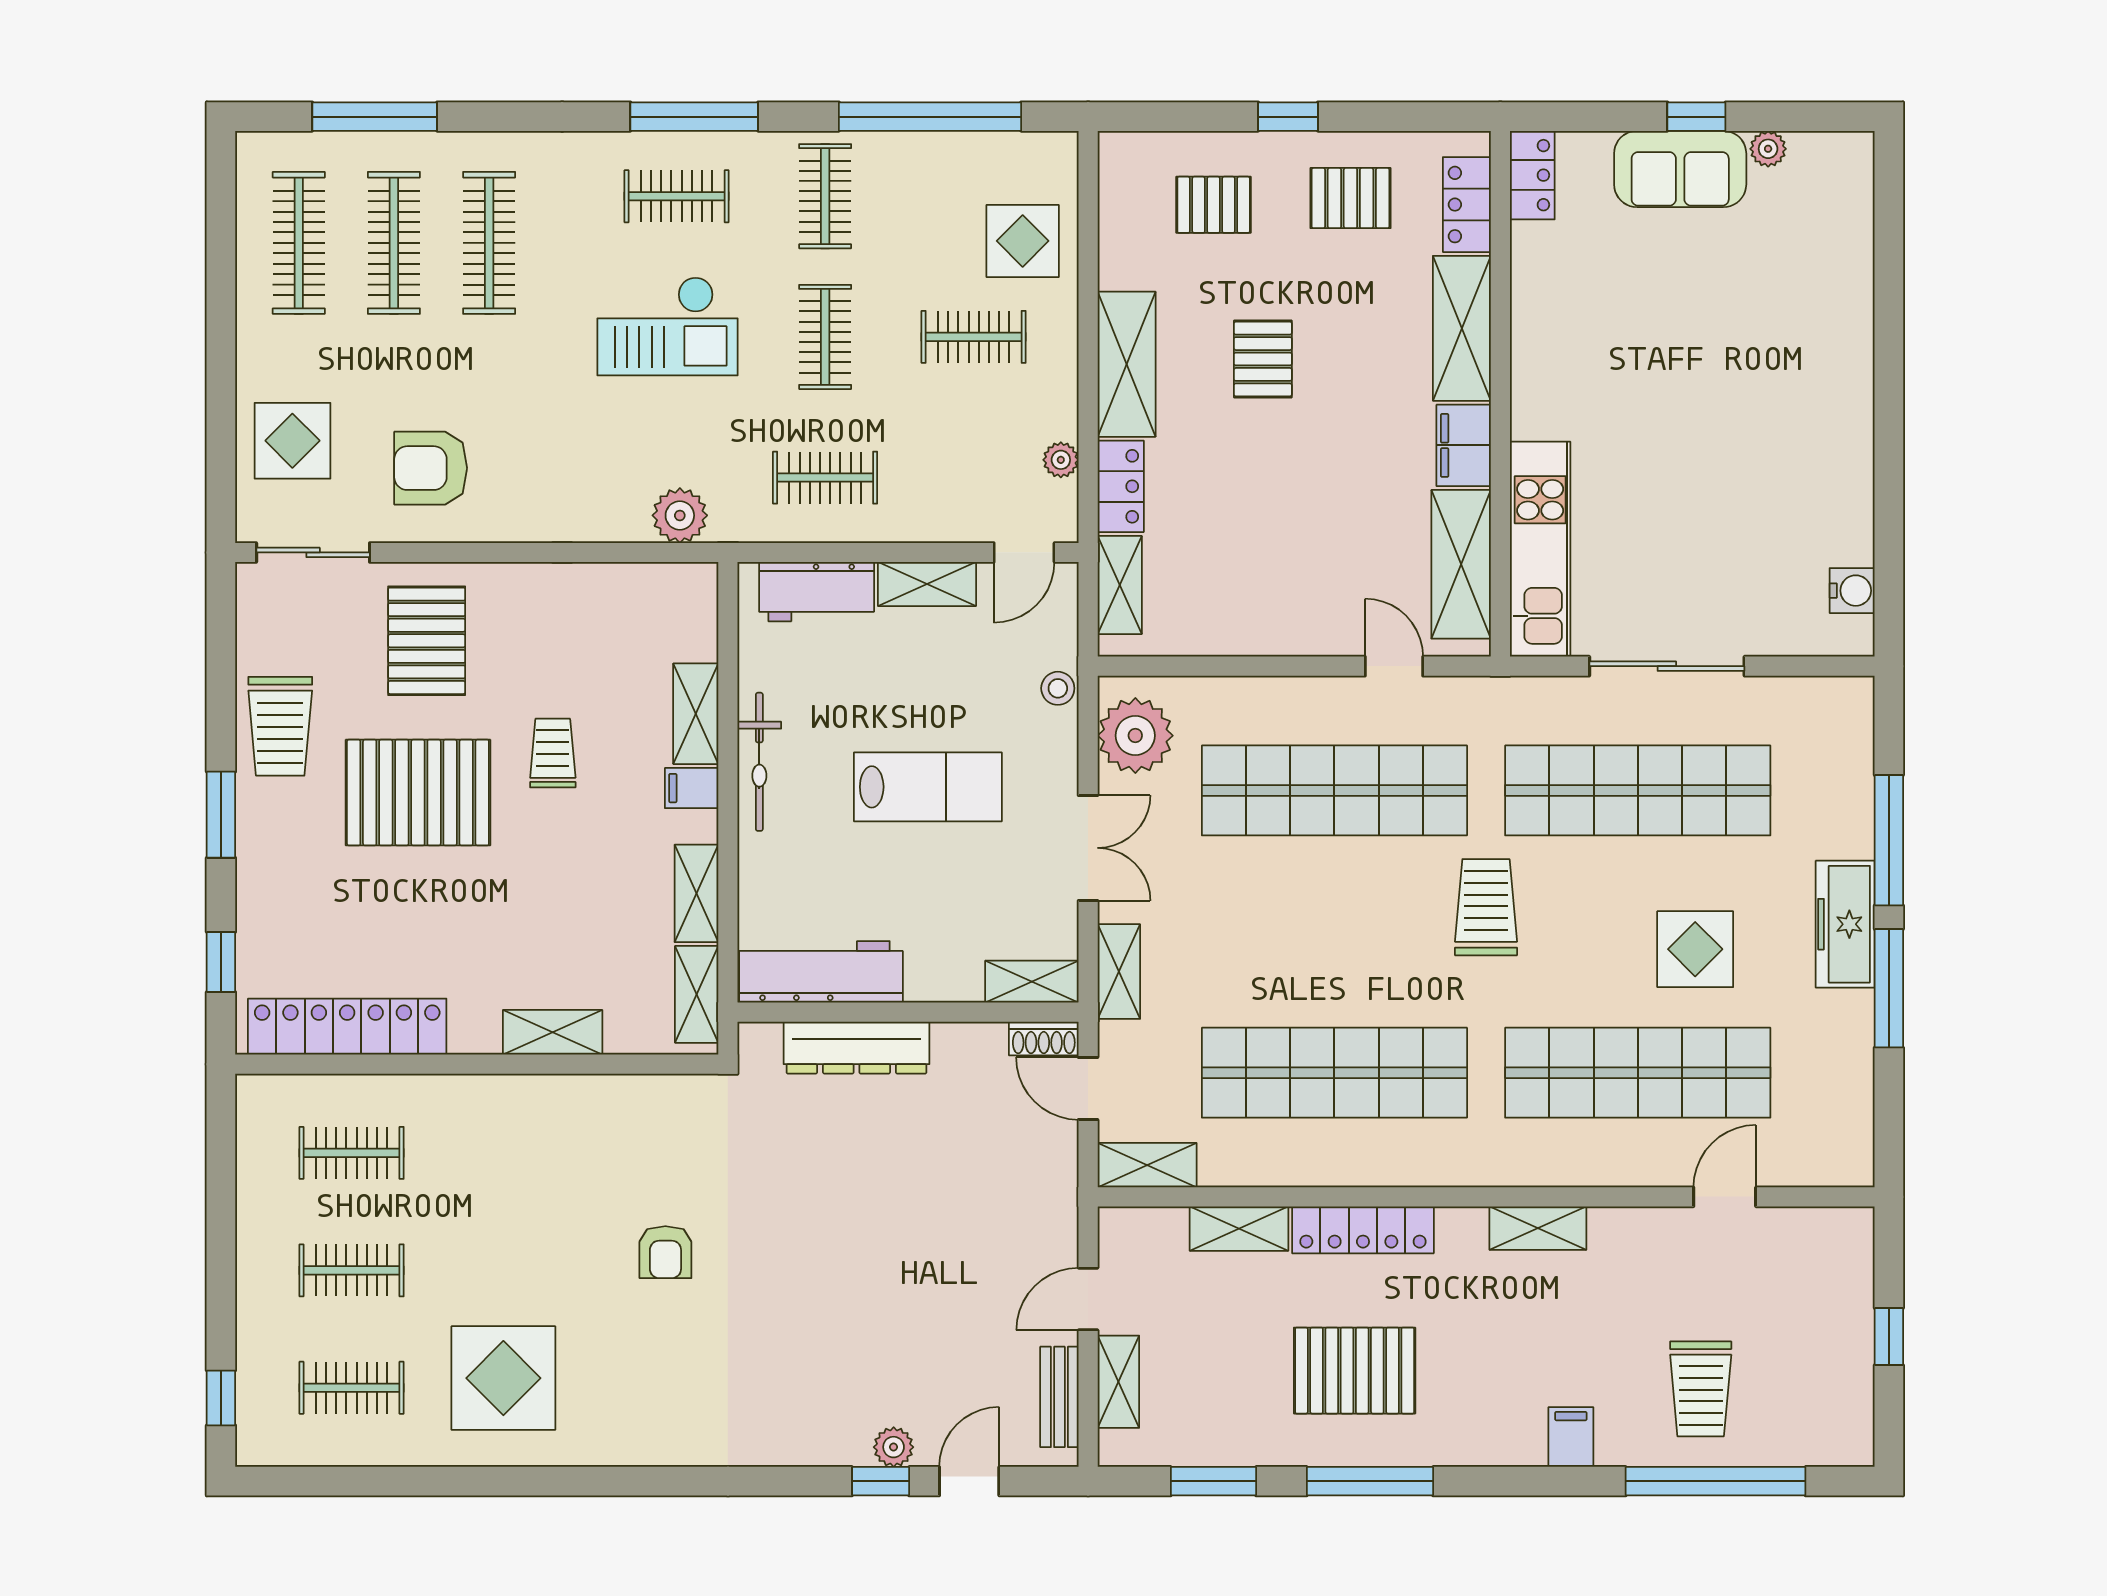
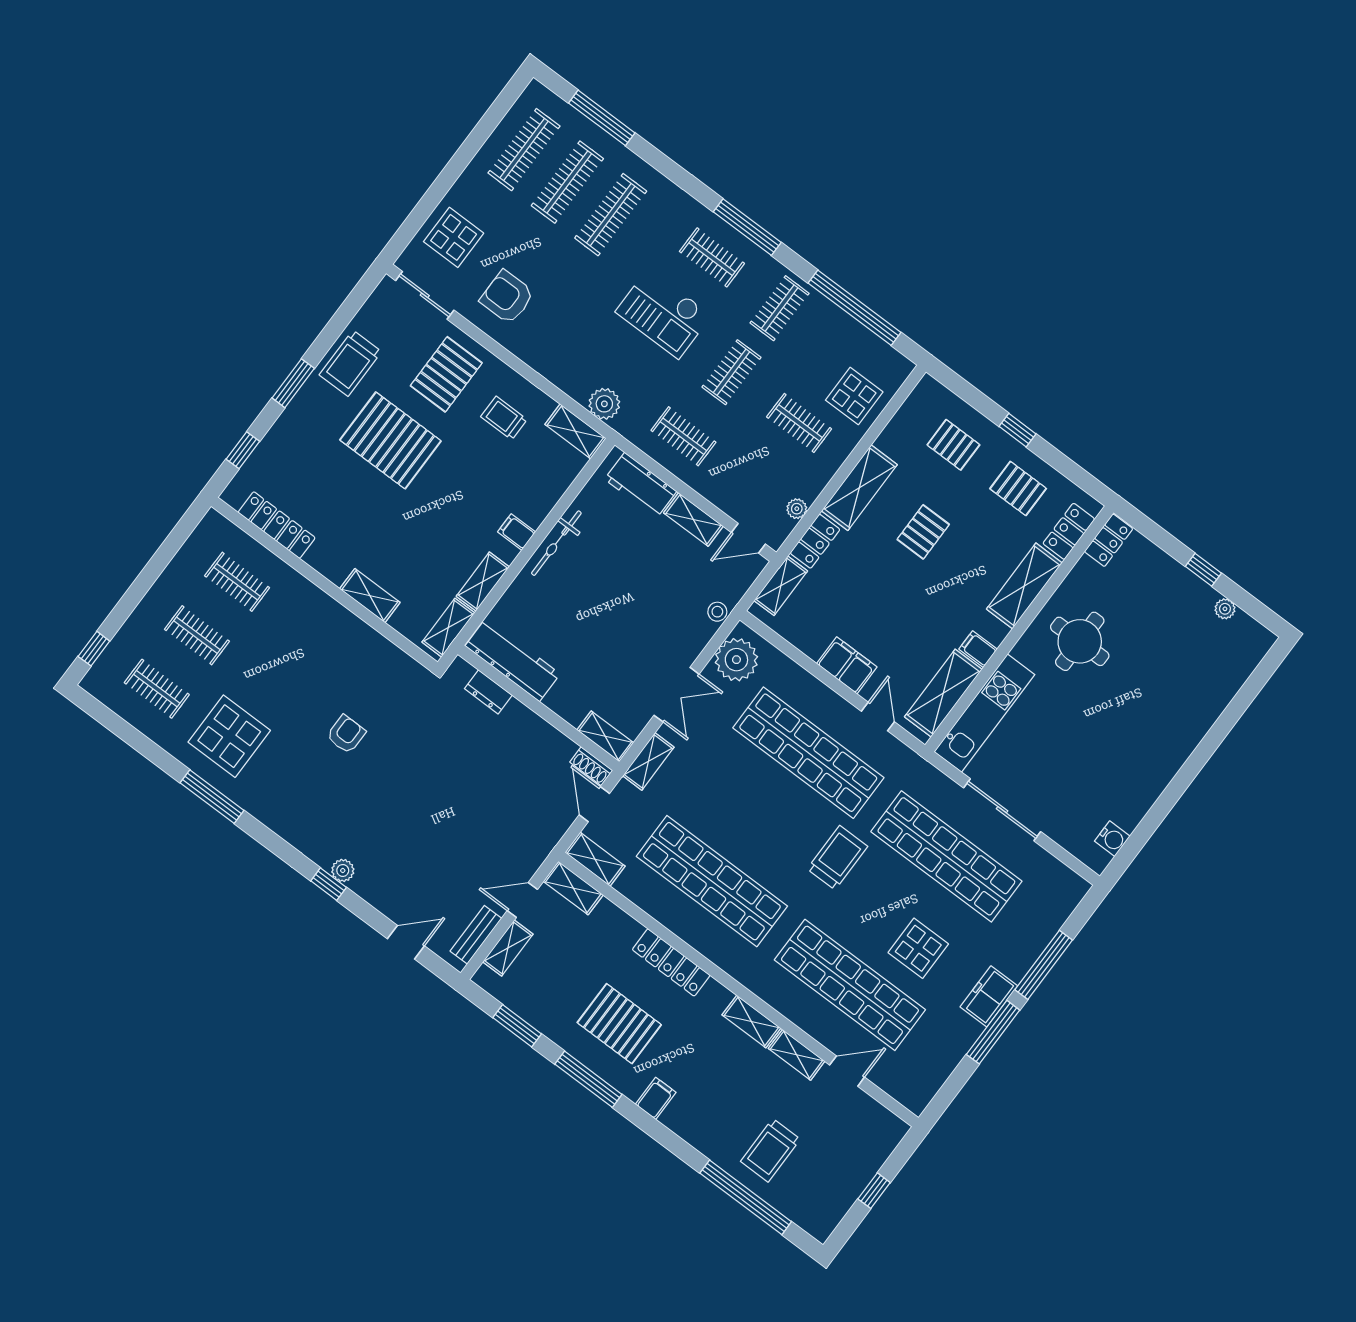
sofa: (1680, 169) -> (1178, 588), removed
round table: (1598, 348) -> (1080, 641), added
filing cabinet: (1464, 445) -> (978, 649), width x0.50
filing cabinet: (1296, 627) -> (847, 665), added
shelving: (696, 714) -> (575, 431), moved, turned 90
trolley: (553, 753) -> (504, 418), moved, turned -90
lab bench: (928, 787) -> (624, 612), removed
freezer: (1845, 924) -> (989, 996), width x0.71
locker: (347, 1027) -> (277, 525), width x0.71, depth x0.83
dresser: (856, 1048) -> (488, 692), width x0.51, depth x0.80
shelving: (1637, 1227) -> (797, 1055), added
shelving: (1239, 1229) -> (573, 888), moved
armchair: (665, 1252) -> (346, 734), turned 180
filing cabinet: (1571, 1437) -> (656, 1098), moved
plant: (894, 1447) -> (343, 870), moved
window: (543, 1481) -> (212, 797), added
window: (881, 1481) -> (329, 884), moved

